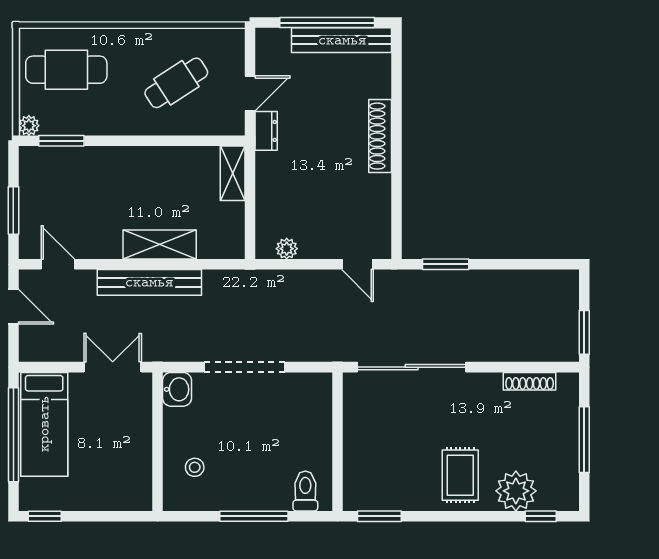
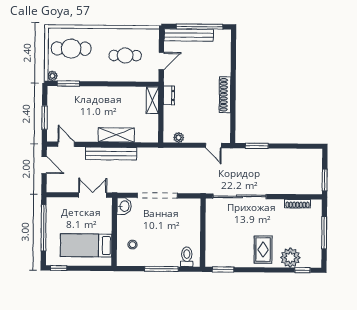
bench: (342, 40) -> (189, 35), moved
cafe table: (176, 83) -> (125, 56), turned 33
dresser: (266, 131) -> (169, 95), moved
shoe rack: (380, 136) -> (225, 95), moved
bed: (44, 424) -> (86, 245), moved, turned 90

